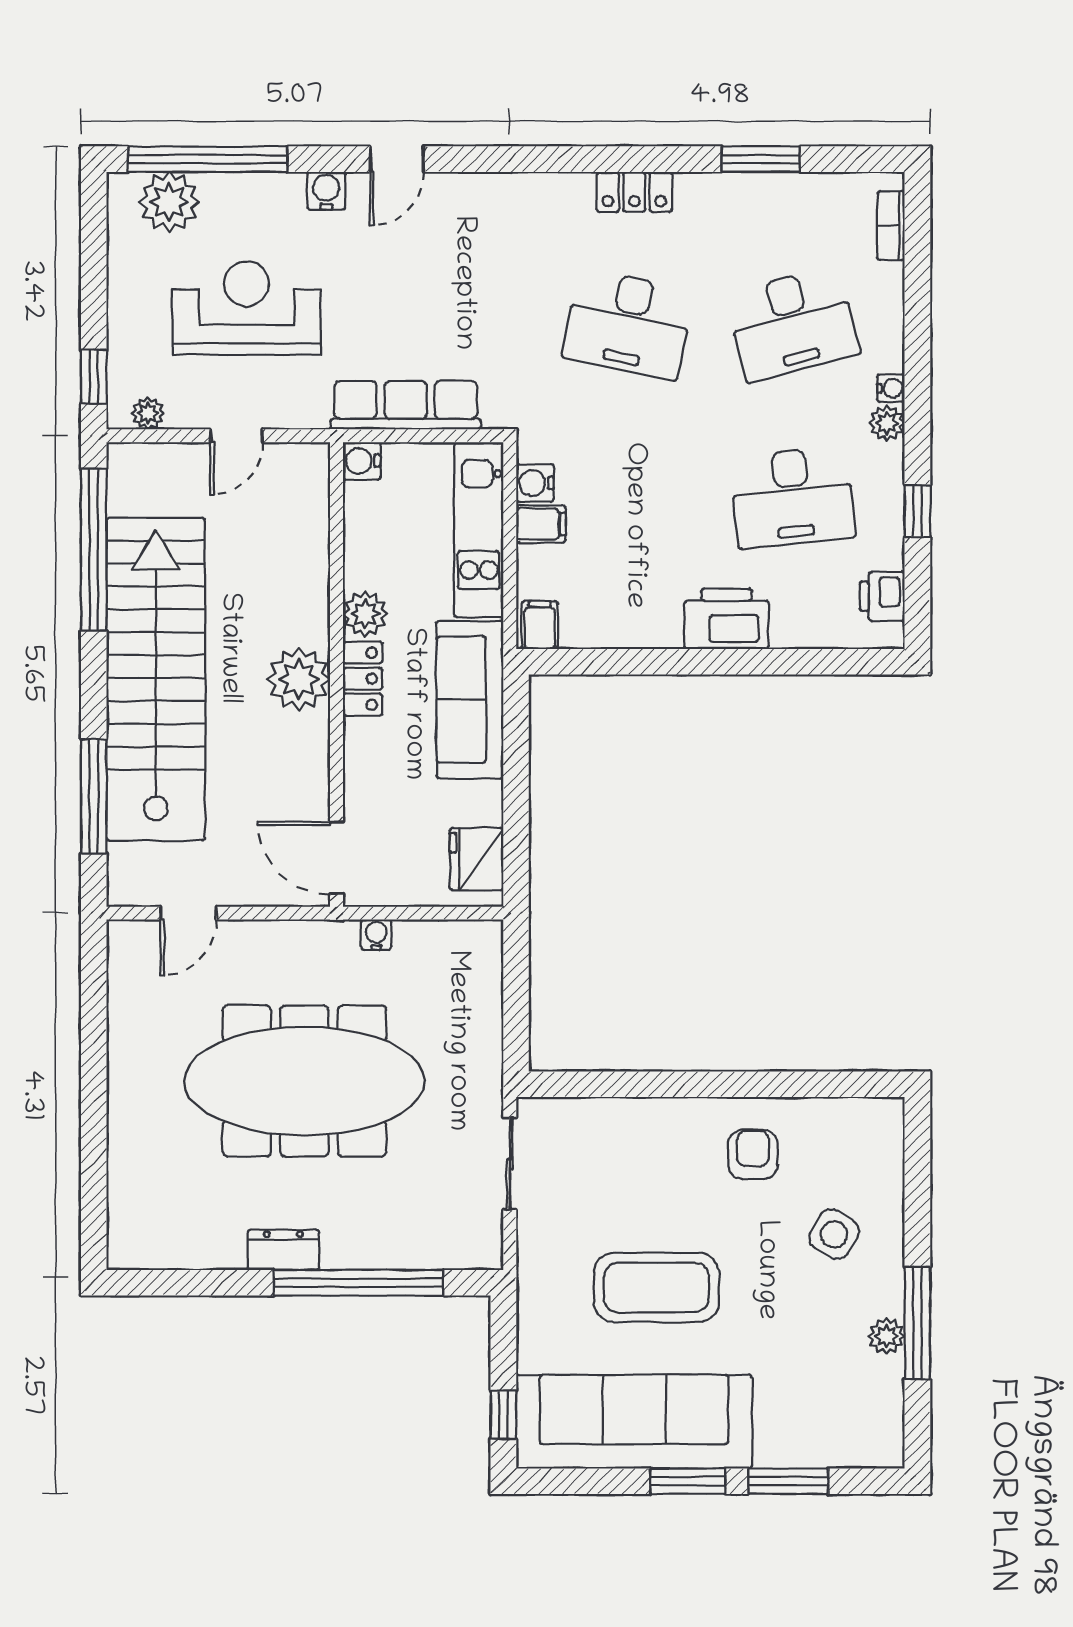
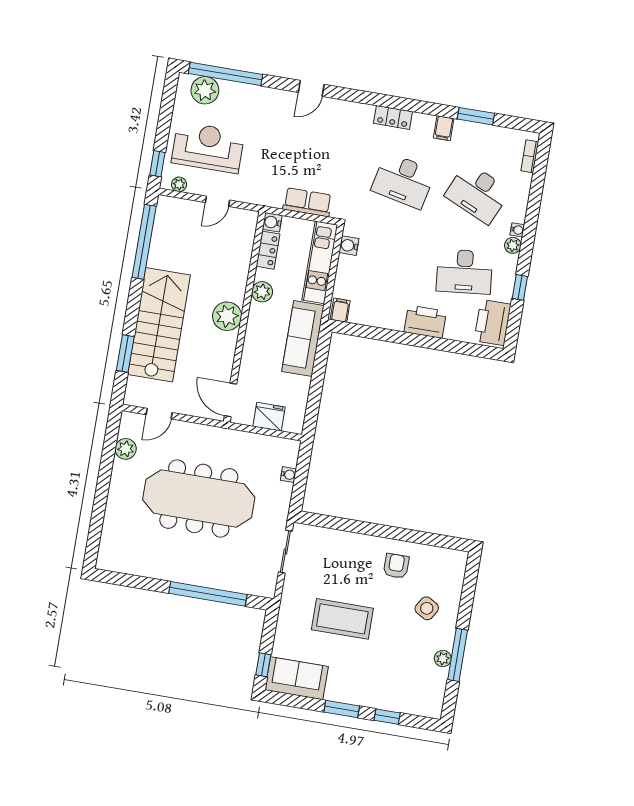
water cooler: (326, 191) -> (277, 97), removed
locker: (634, 192) -> (393, 117), moved
reception desk: (246, 308) -> (208, 147), moved
desk: (793, 324) -> (478, 193), turned 39
row of seats: (406, 405) -> (307, 202), width x0.68
filing cabinet: (541, 524) -> (444, 128), moved, turned 90
printer: (882, 596) -> (493, 323), width x1.87, depth x1.48
stairs: (156, 679) -> (159, 325), width x0.73
locker: (363, 679) -> (268, 250), moved
window: (94, 796) -> (125, 354), width x0.69
fridge: (477, 859) -> (269, 417), moved, turned 90
water cooler: (376, 935) -> (288, 475), moved, turned 90
plant: (129, 1001) -> (126, 449), added
dresser: (283, 1250) -> (176, 573), removed
sofa: (634, 1422) -> (297, 678), width x0.54, depth x0.79
window: (788, 1481) -> (387, 717), width x0.67

